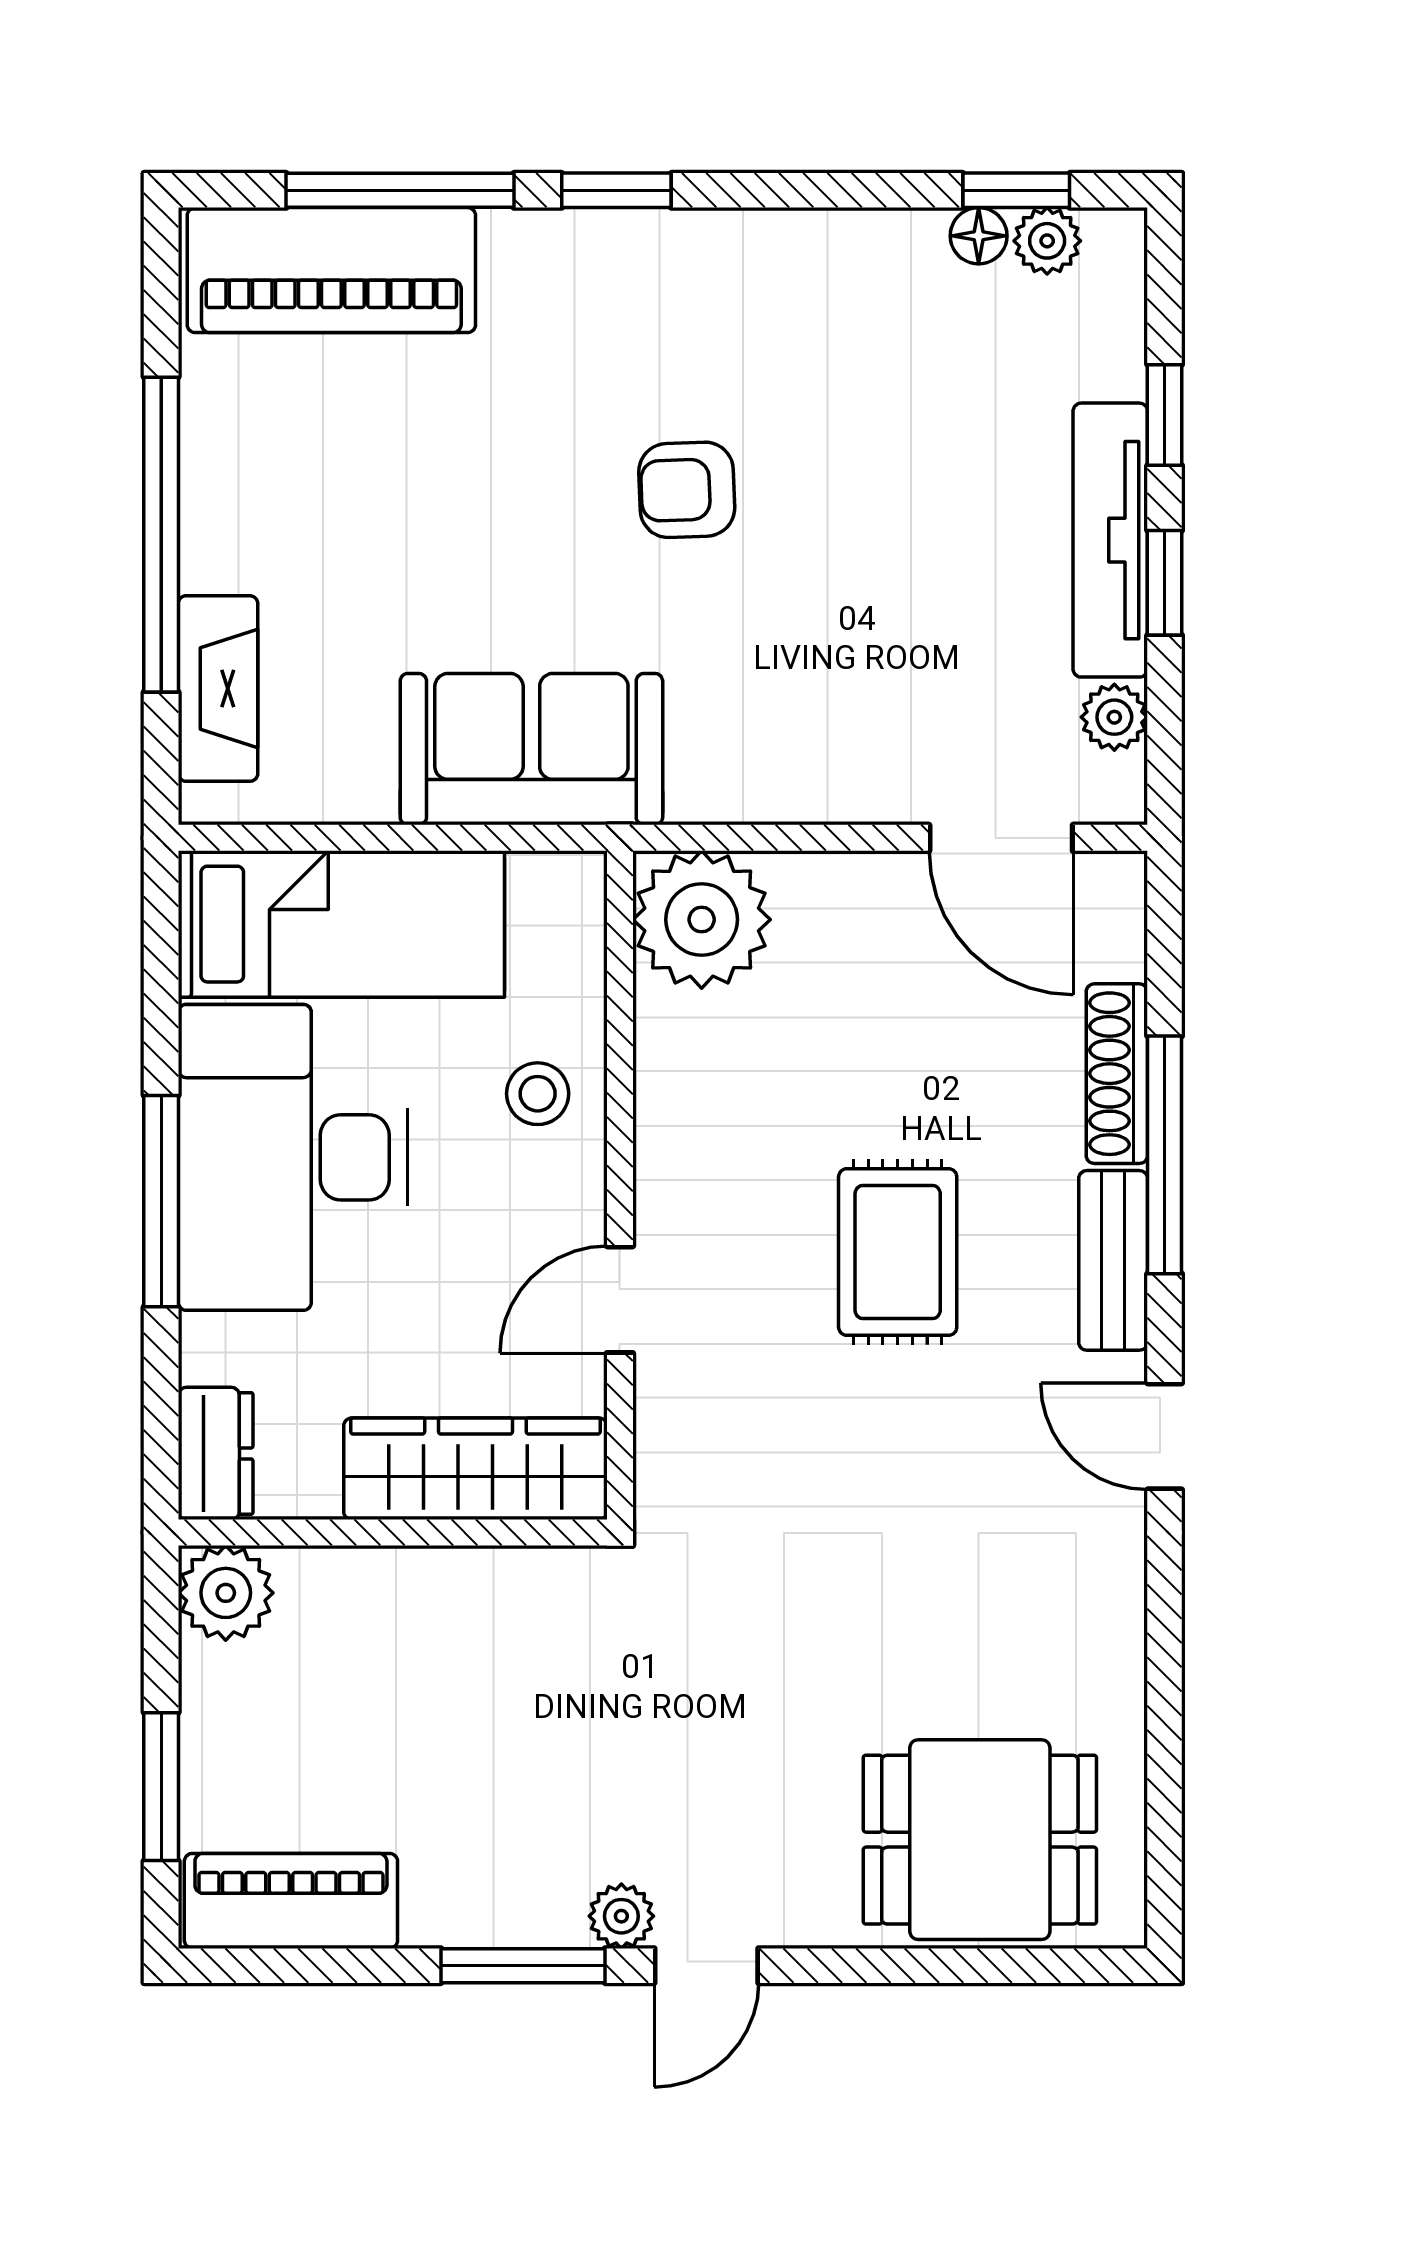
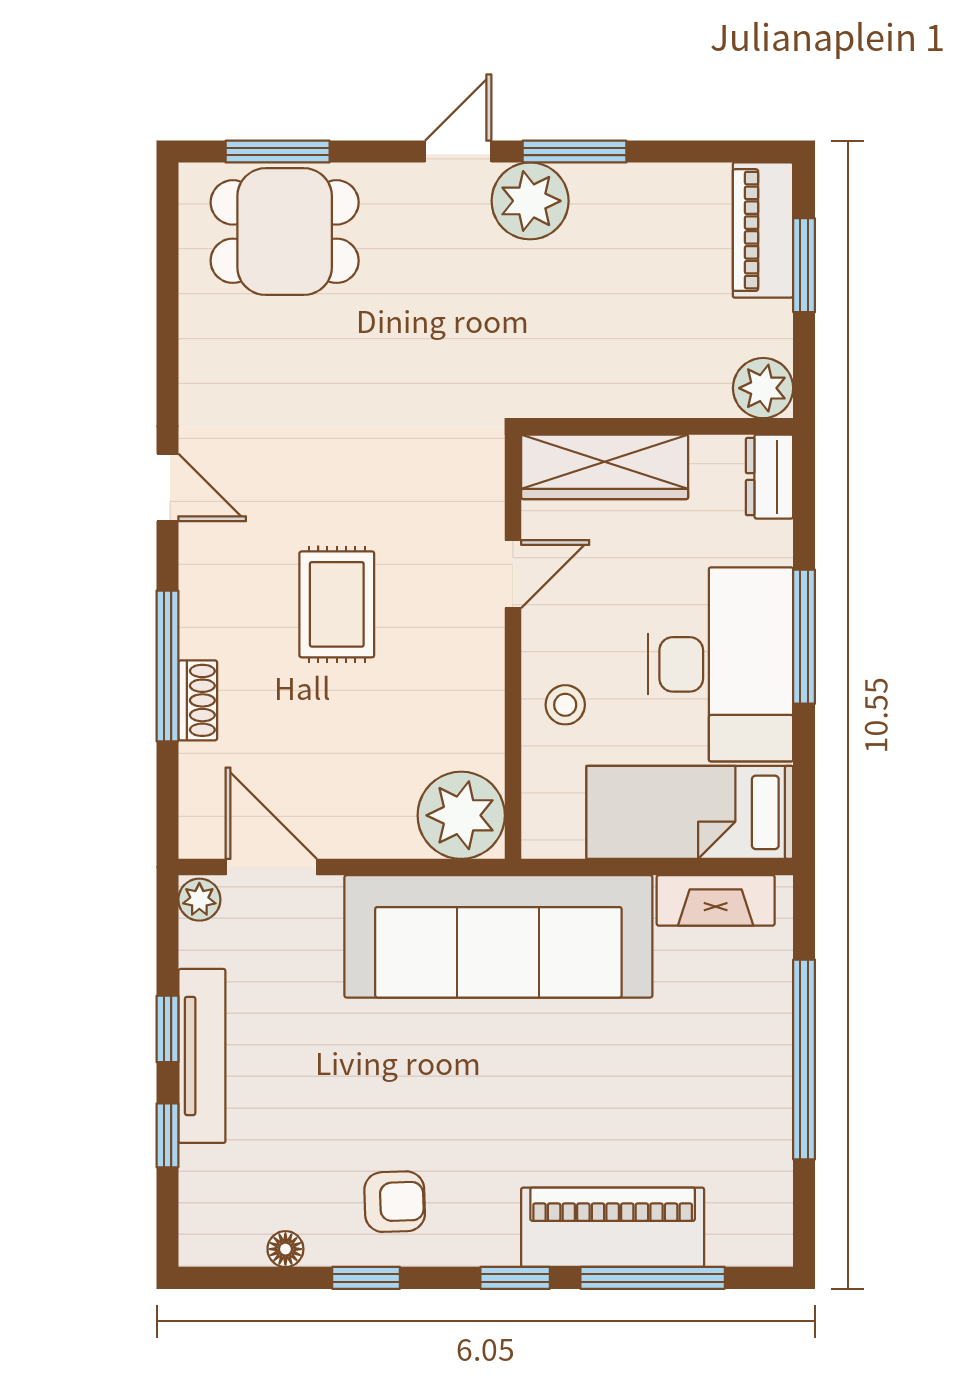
window: (1016, 190) -> (366, 1278), moved
plant: (1047, 241) -> (242, 1246), removed
piano: (331, 270) -> (613, 1227), moved
armchair: (687, 490) -> (395, 1202), moved
fireplace: (218, 689) -> (716, 900), moved, turned -90
plant: (1114, 717) -> (199, 900), moved
sofa: (531, 749) -> (498, 936), width x1.85, depth x1.27
shoe rack: (1117, 1074) -> (198, 700), width x0.70
bench: (1113, 1260) -> (200, 599), removed
piano: (291, 1901) -> (763, 230), moved, turned 90
plant: (621, 1916) -> (530, 201), width x1.87, depth x1.87
window: (991, 1966) -> (278, 152), added

